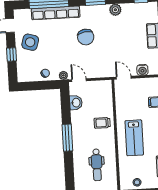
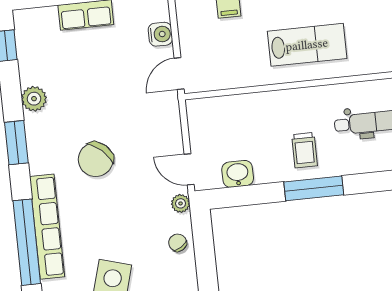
chair: (86, 37) -> (96, 159), turned 140
door: (79, 80) -> (189, 169), hinge flipped
trolley: (102, 123) -> (304, 150), moved

